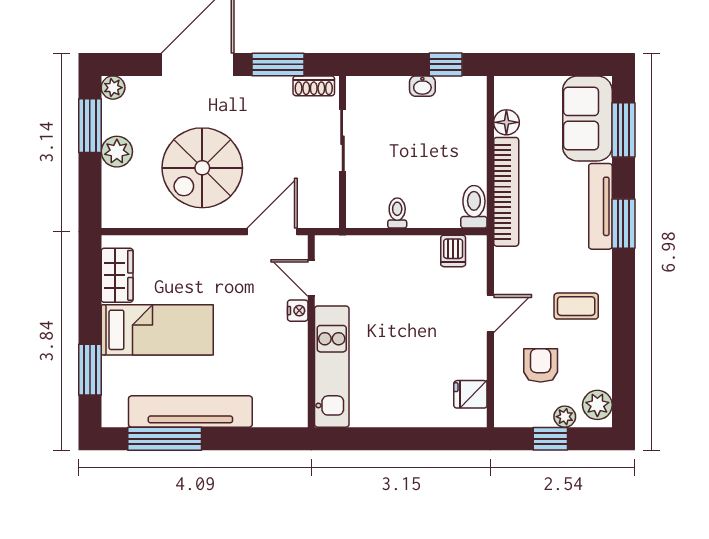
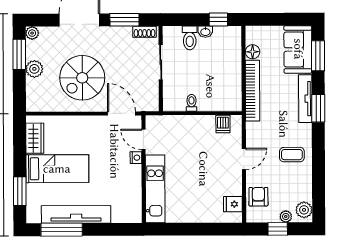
toilet: (474, 207) -> (190, 38), moved, turned 180
door: (272, 232) -> (122, 113), hinge flipped
armchair: (541, 365) -> (258, 197), moved

